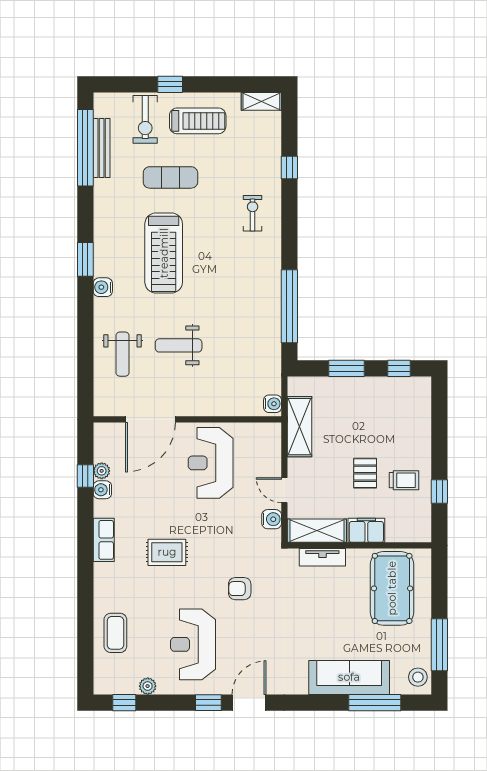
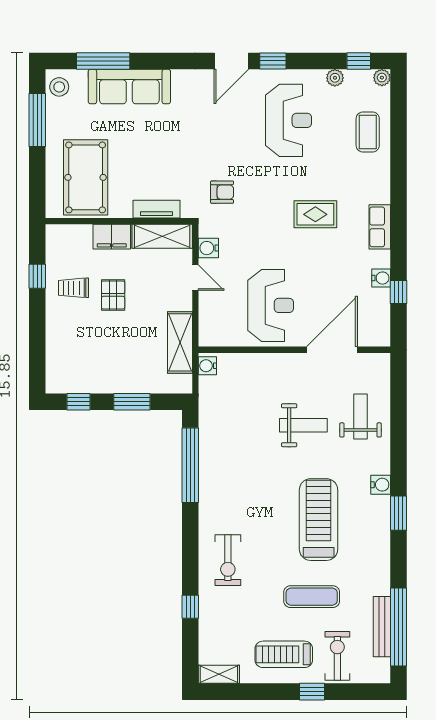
exercise bike: (253, 213) -> (228, 560), width x1.38, depth x1.39
plant: (102, 471) -> (382, 78), moved
armchair: (240, 589) -> (222, 192), moved

